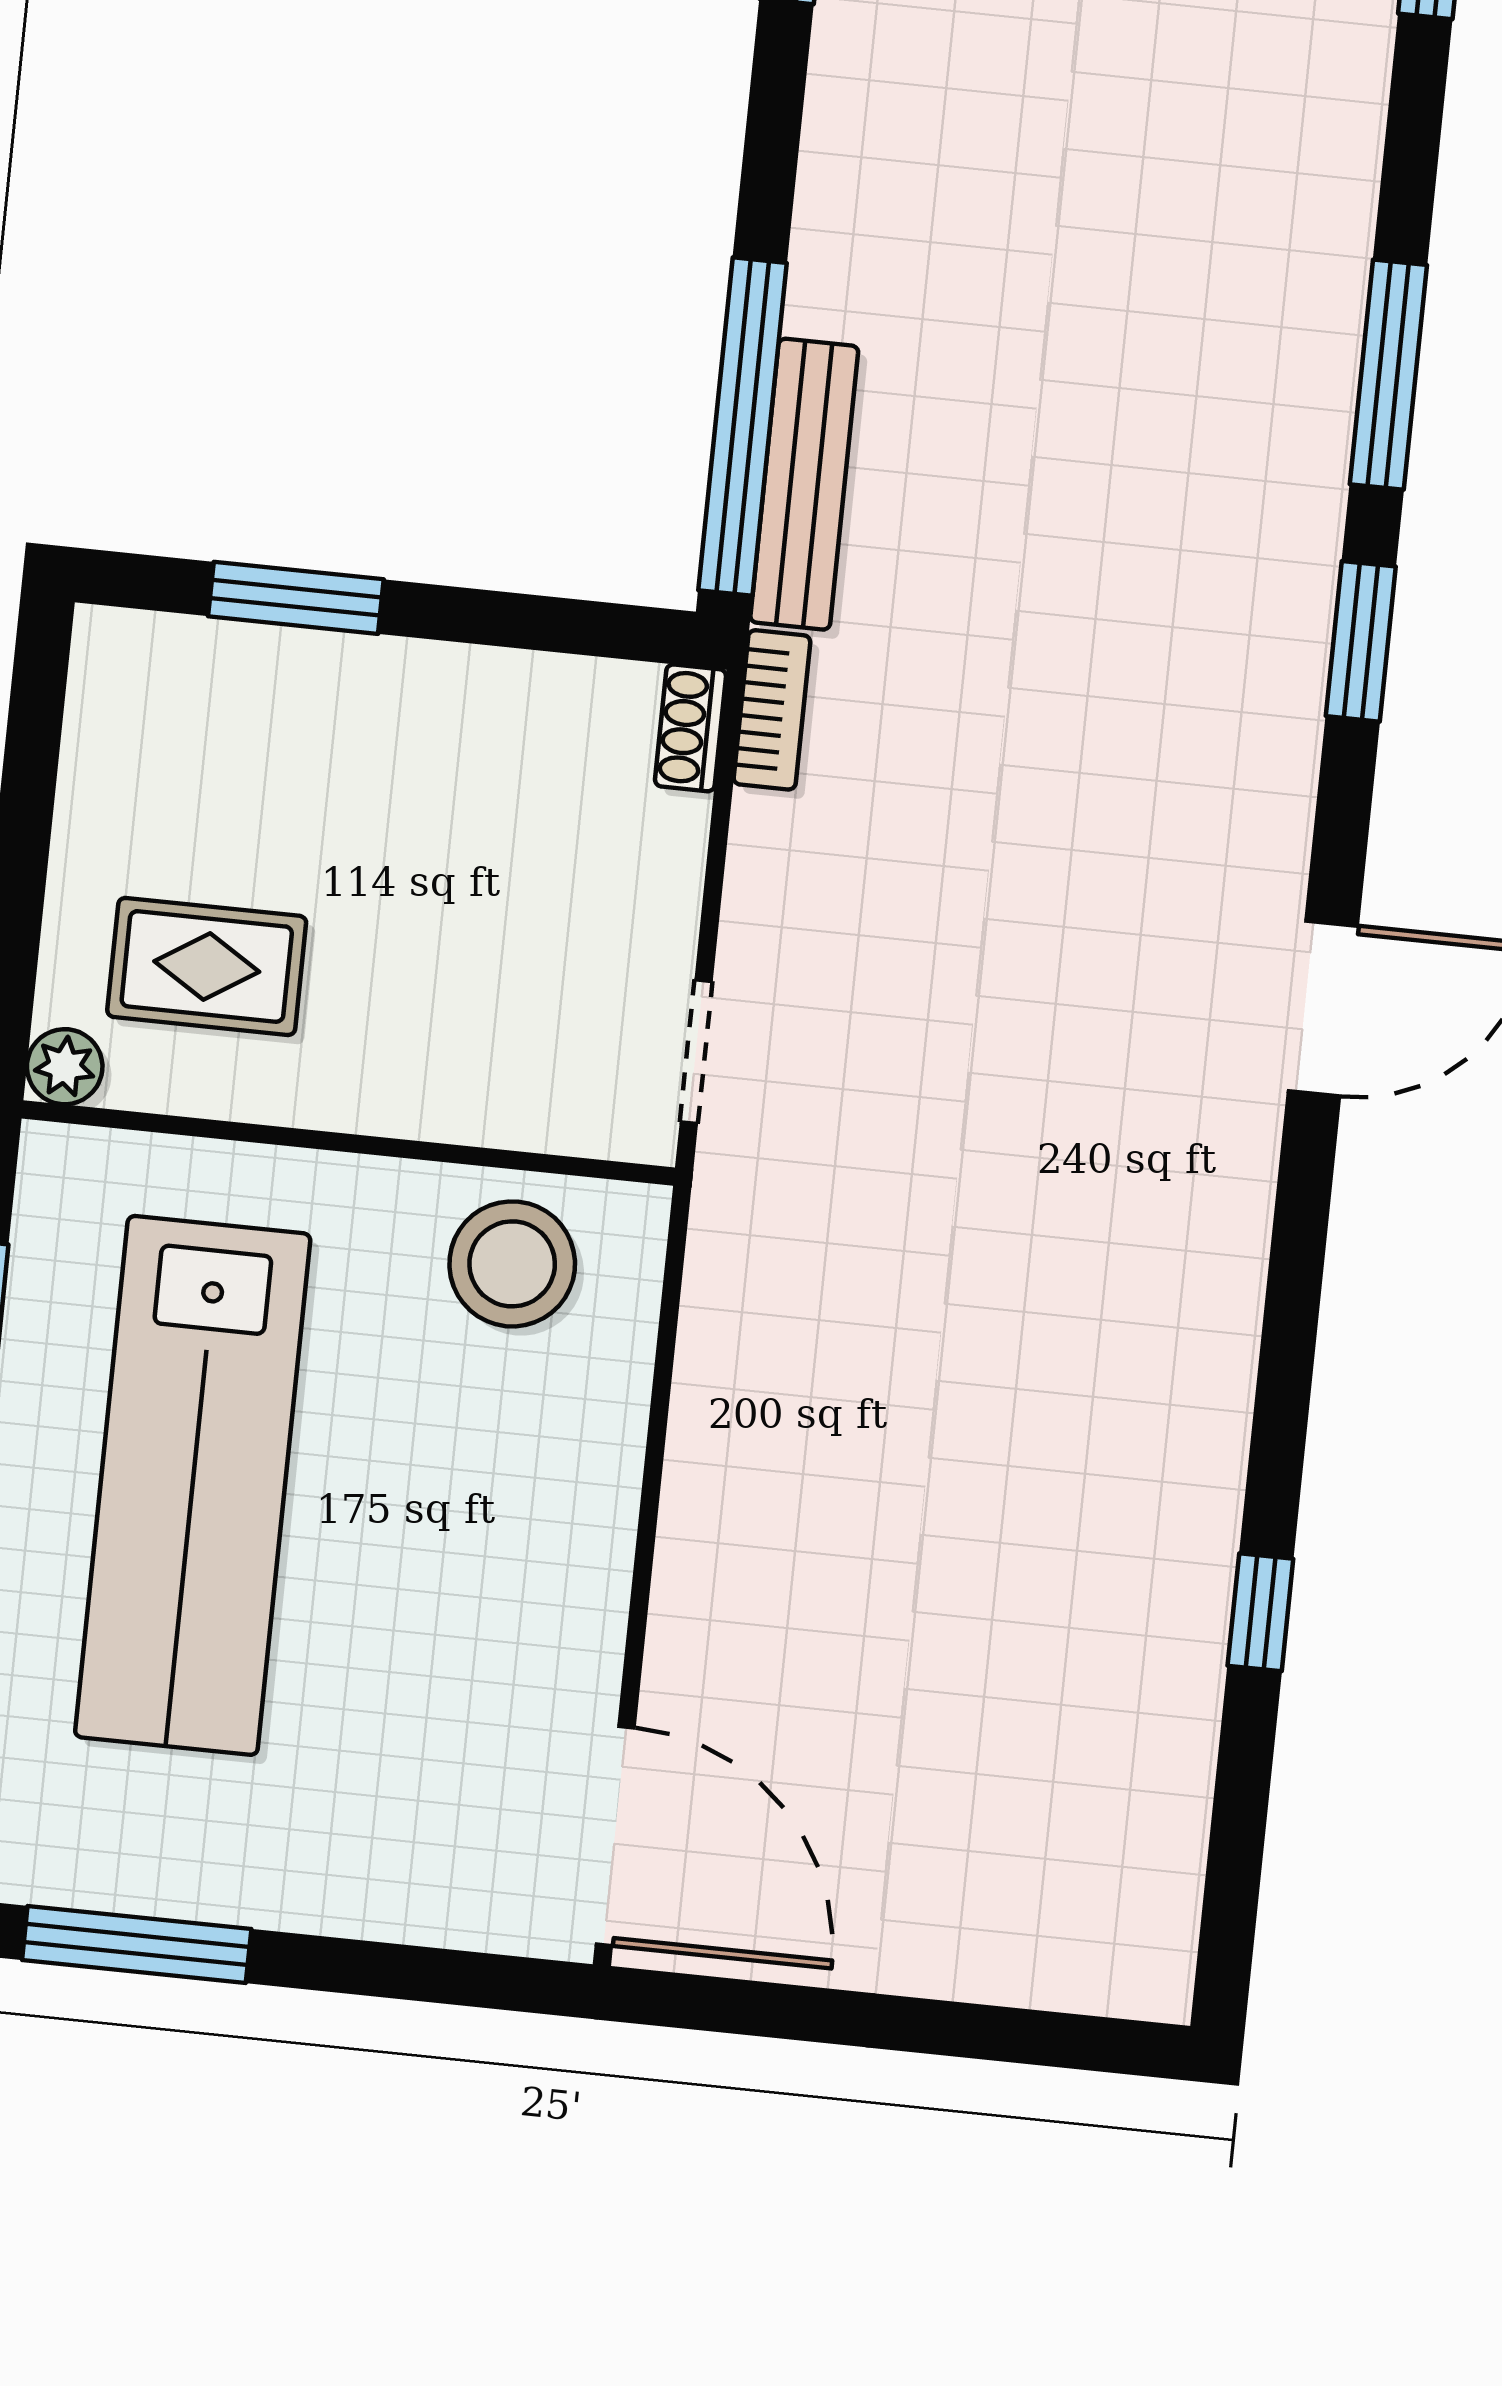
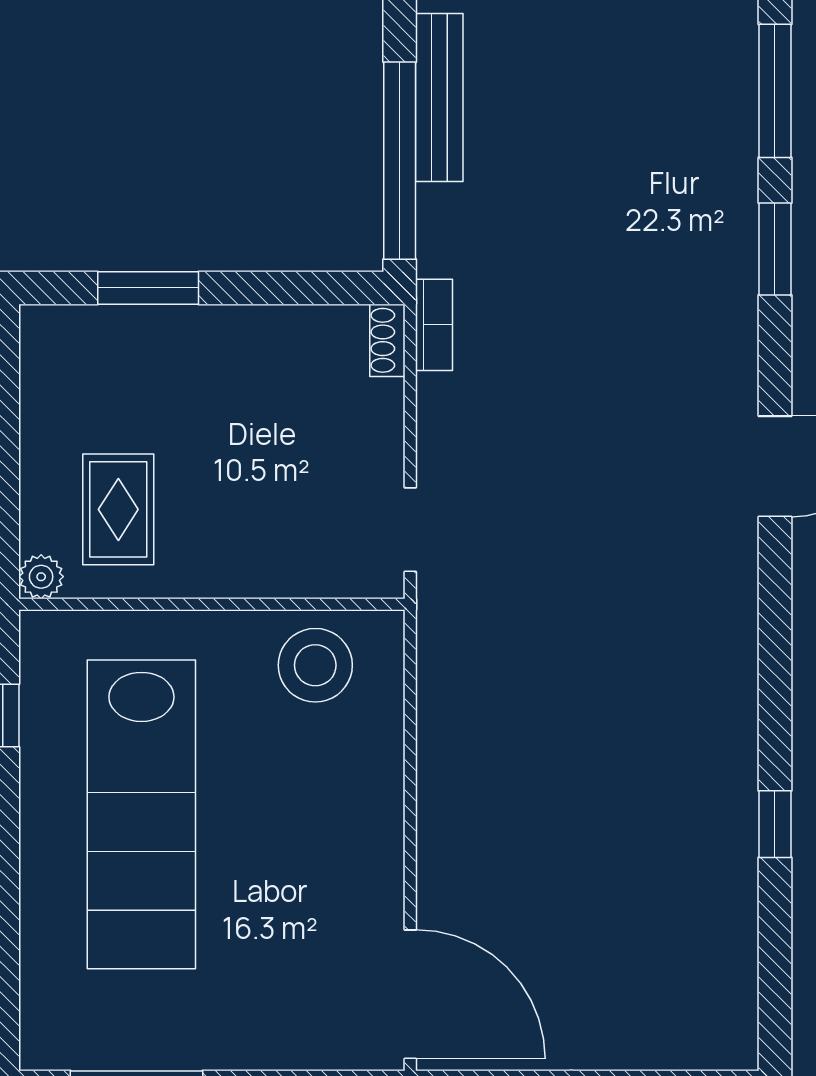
bench: (804, 484) -> (439, 98), moved
rug: (207, 966) -> (118, 509), turned 90

